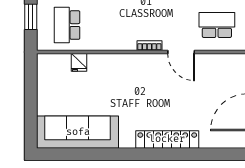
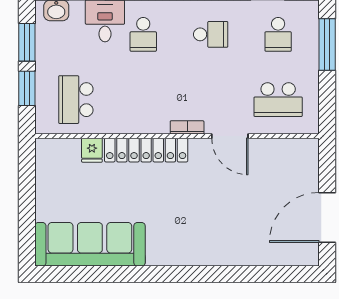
school desk: (217, 25) -> (278, 100), turned 180
locker: (167, 139) -> (146, 150), moved, turned 180

